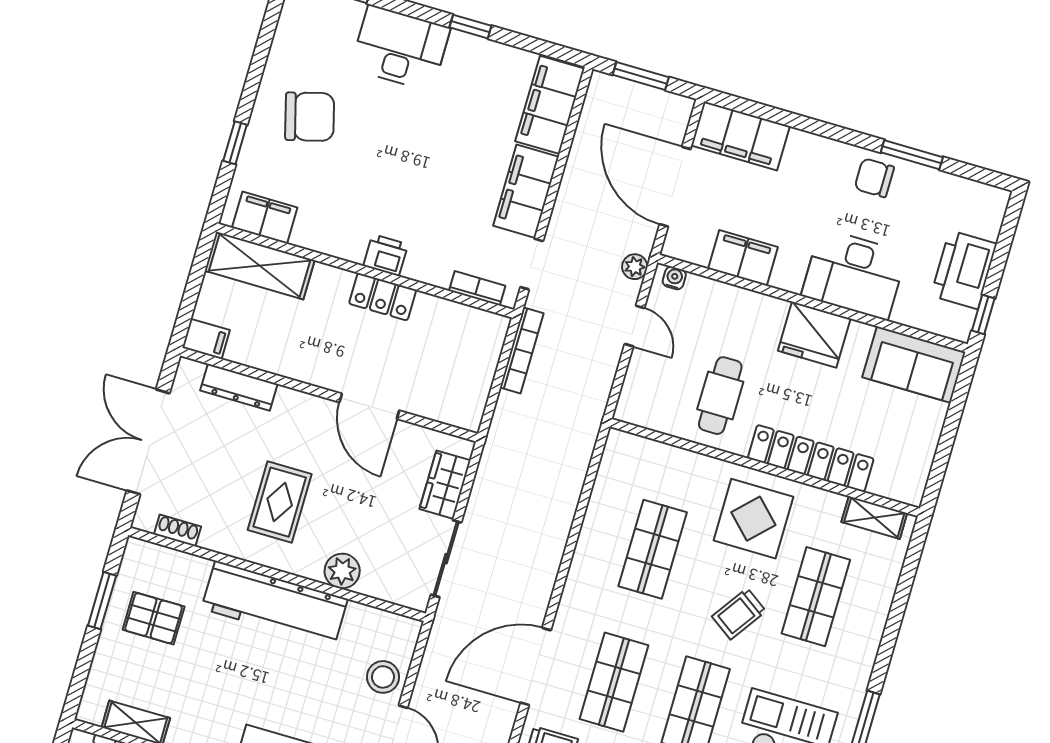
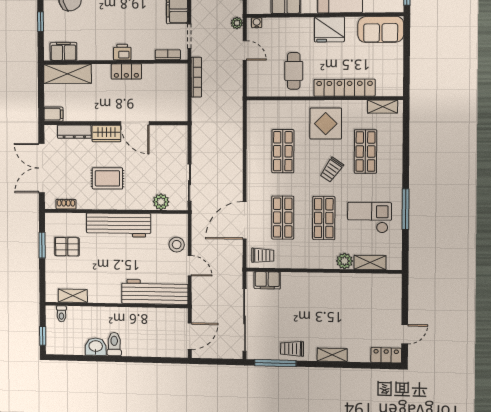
wardrobe: (445, 485) -> (106, 133), moved, turned -90
rug: (280, 502) -> (107, 178), turned 90
plant: (342, 571) -> (161, 202), moved

